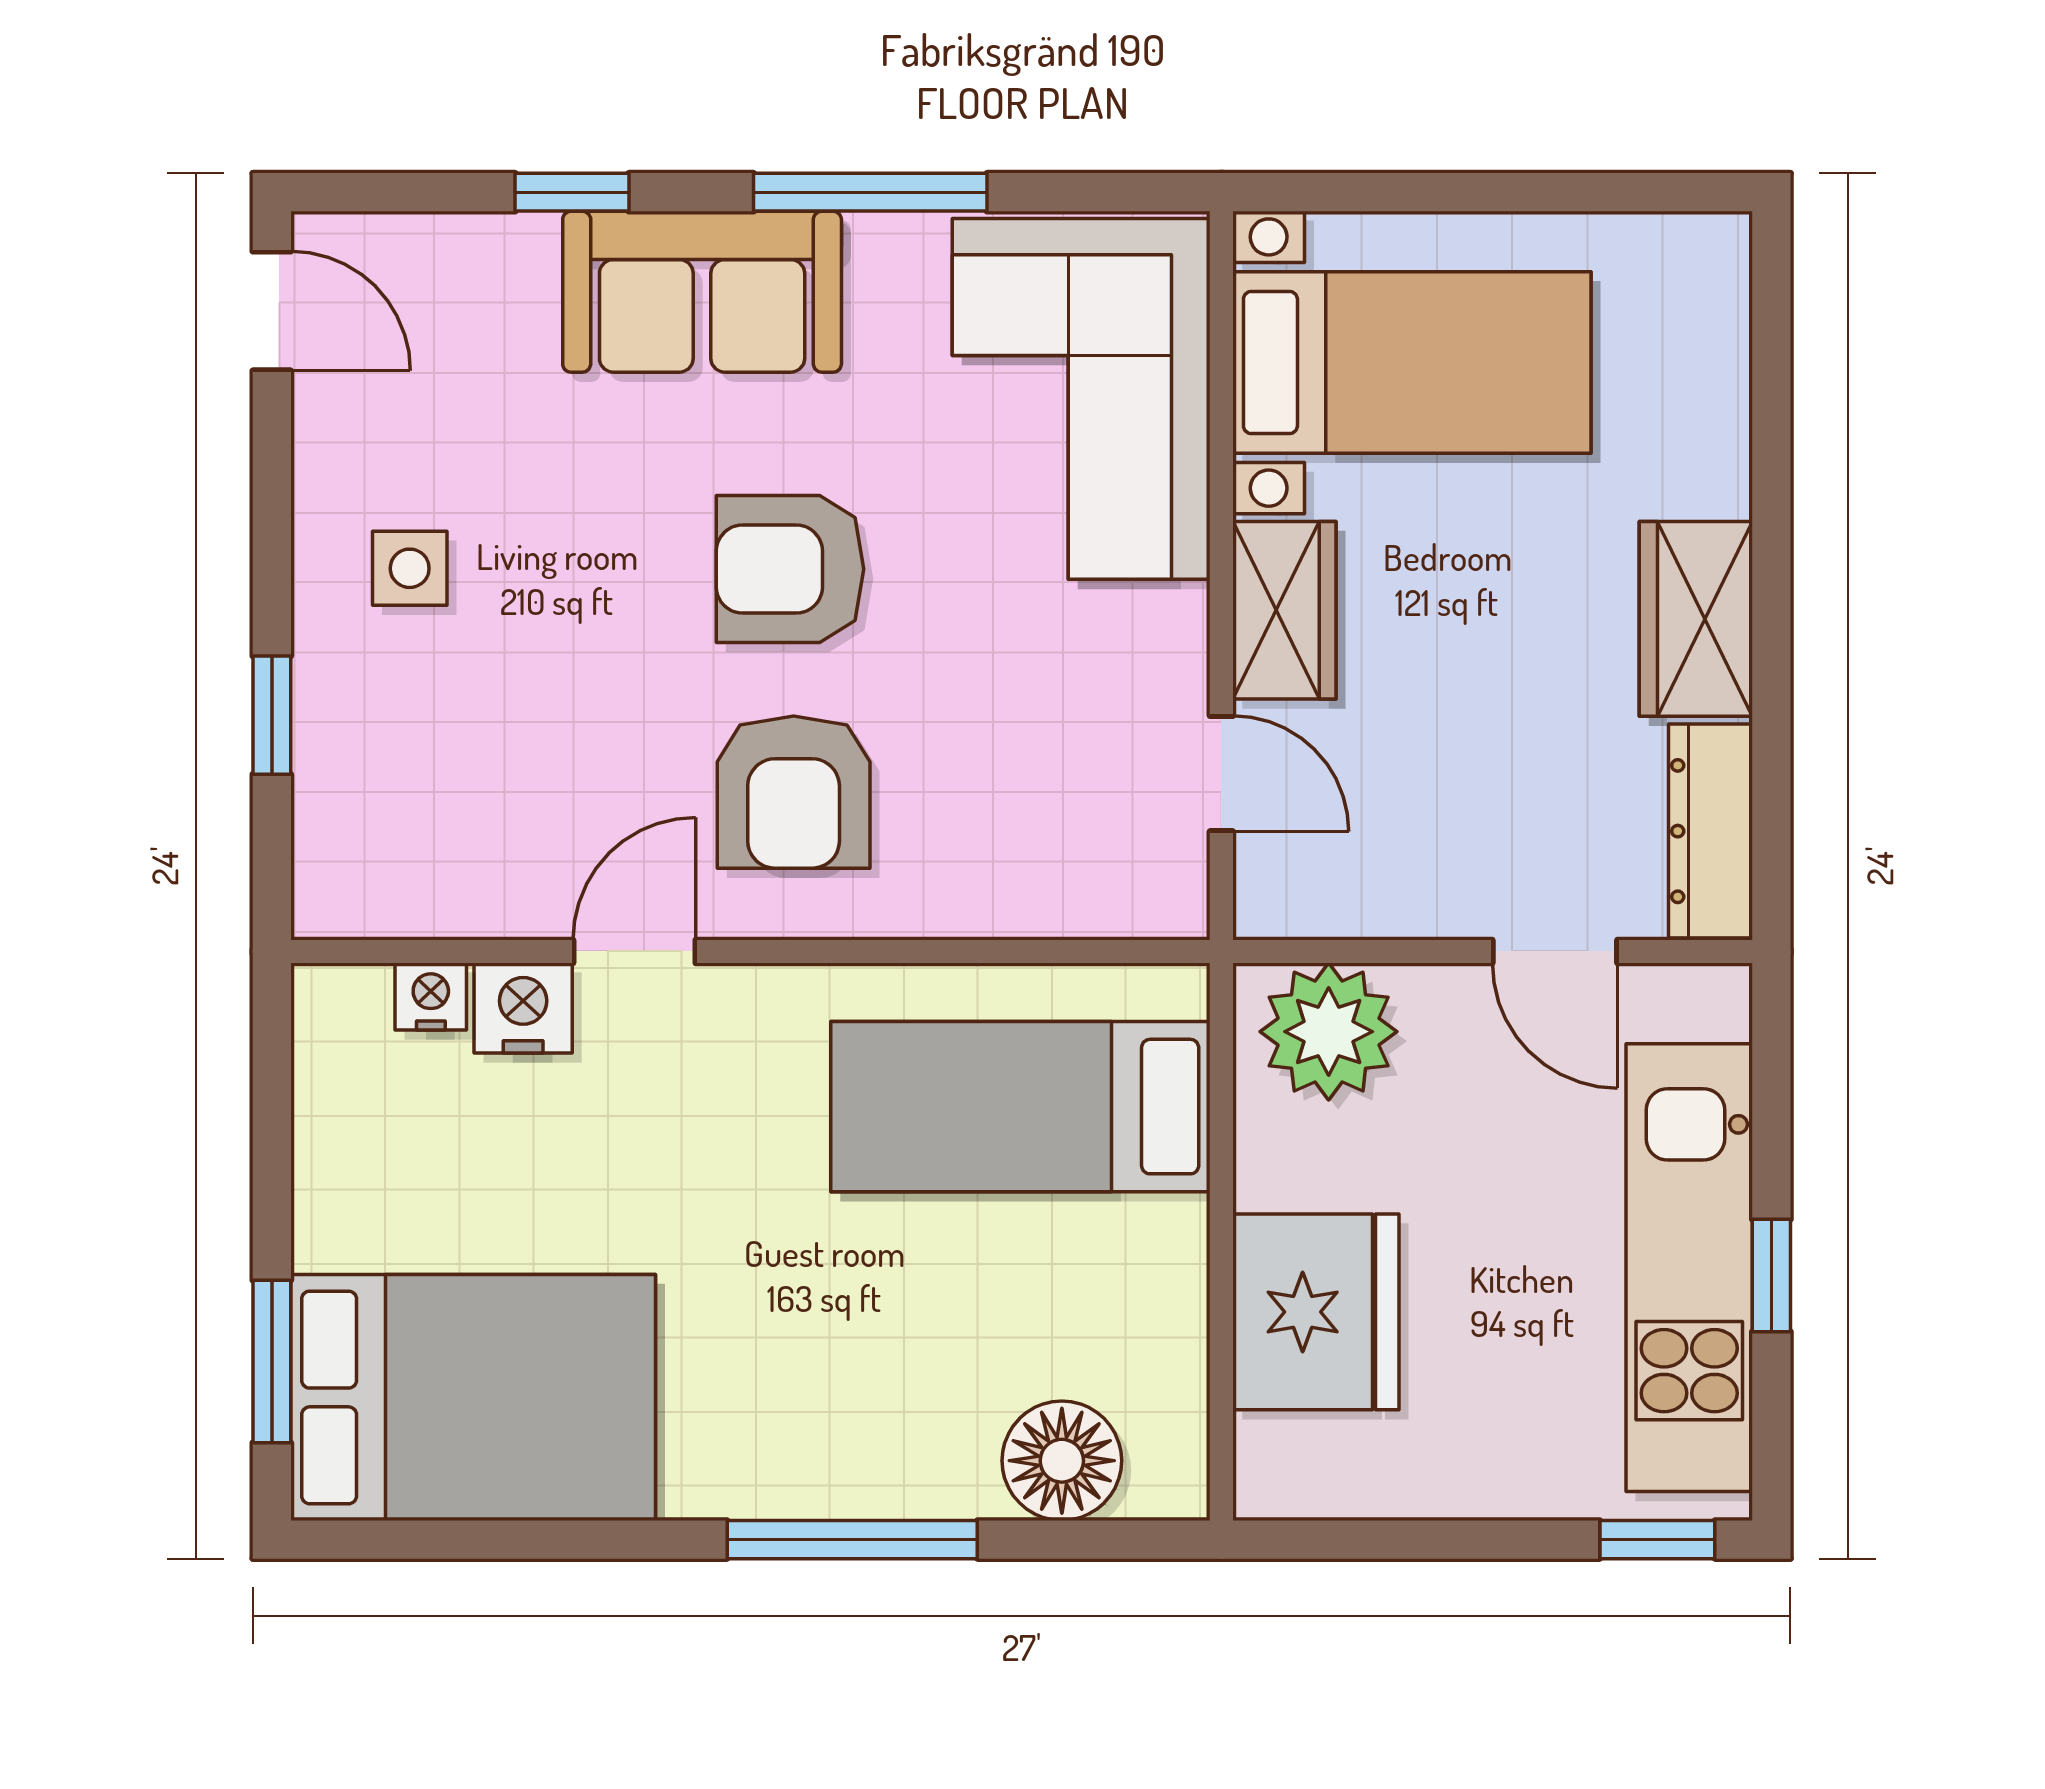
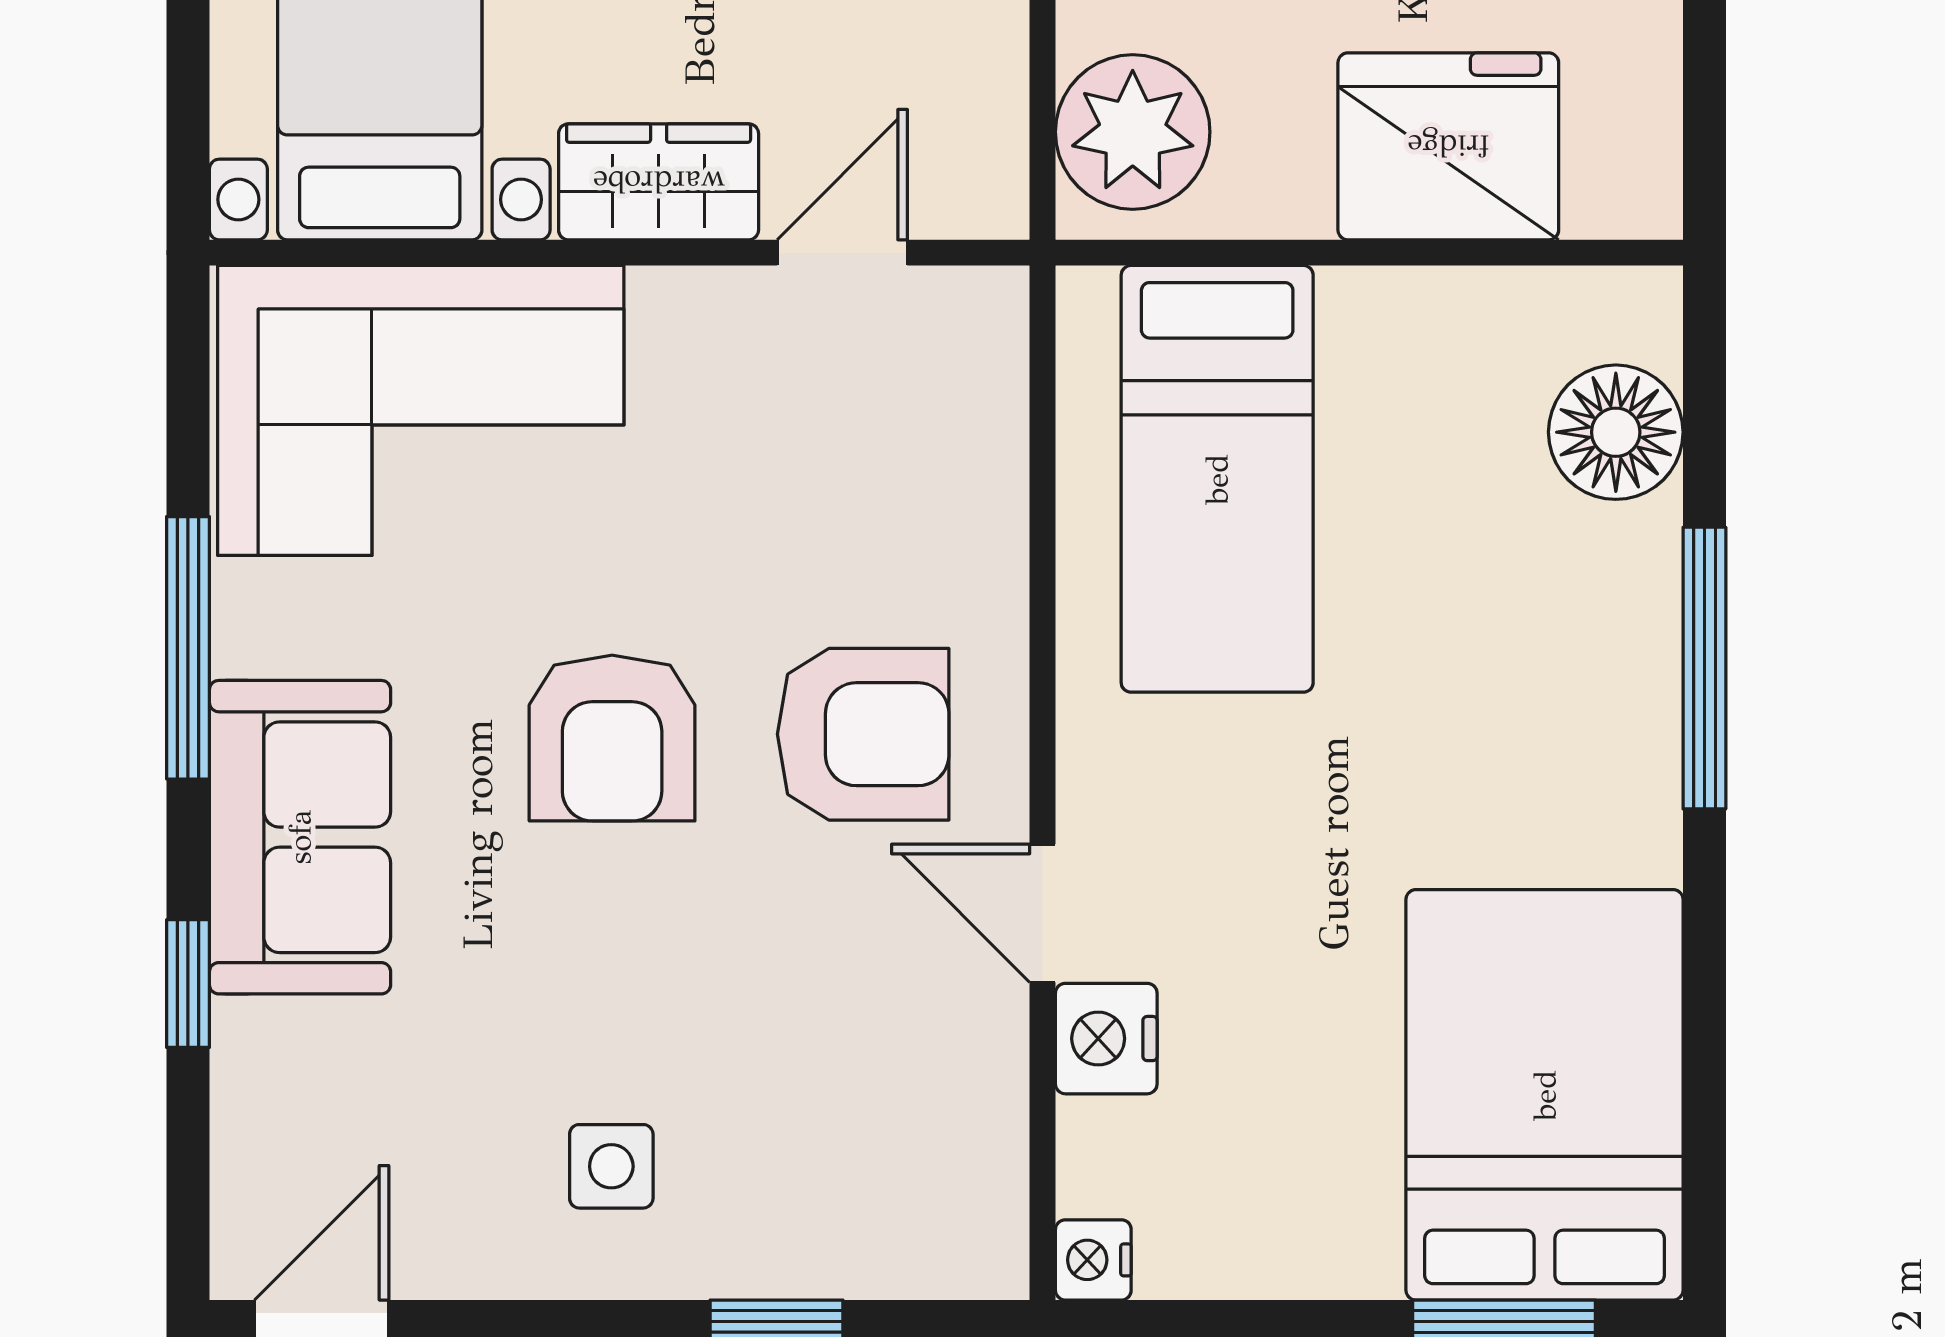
nightstand: (431, 997) -> (1093, 1260), moved

